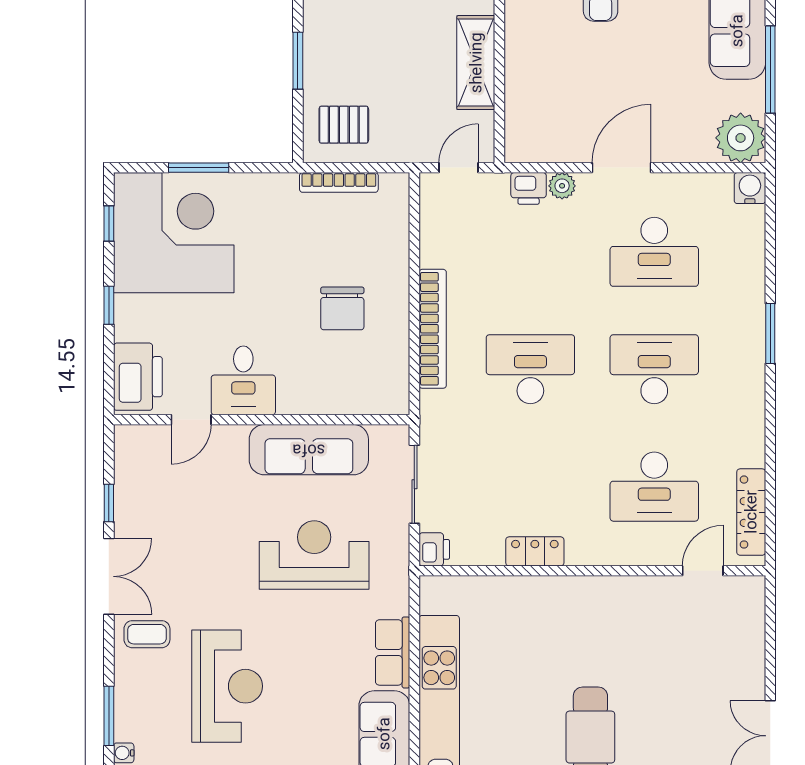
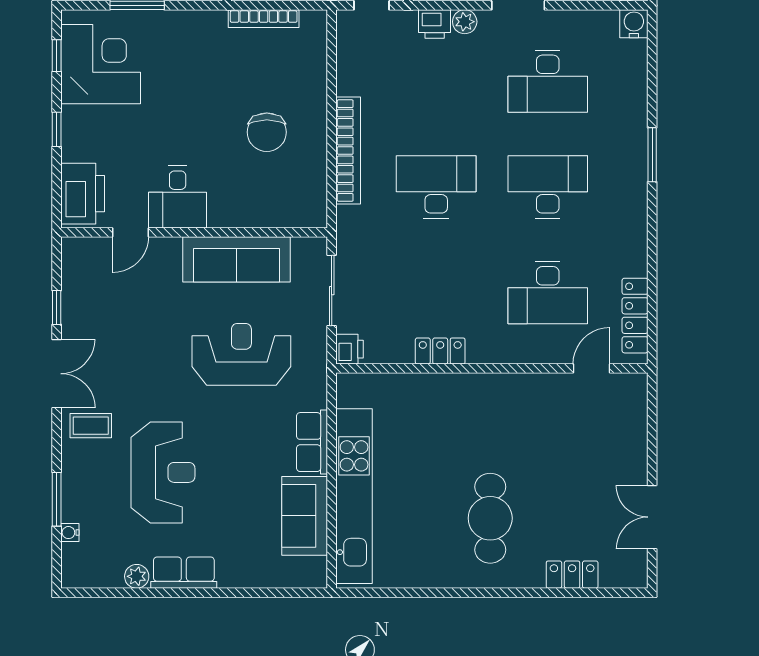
corner desk: (174, 233) -> (101, 64), width x0.74, depth x0.74

